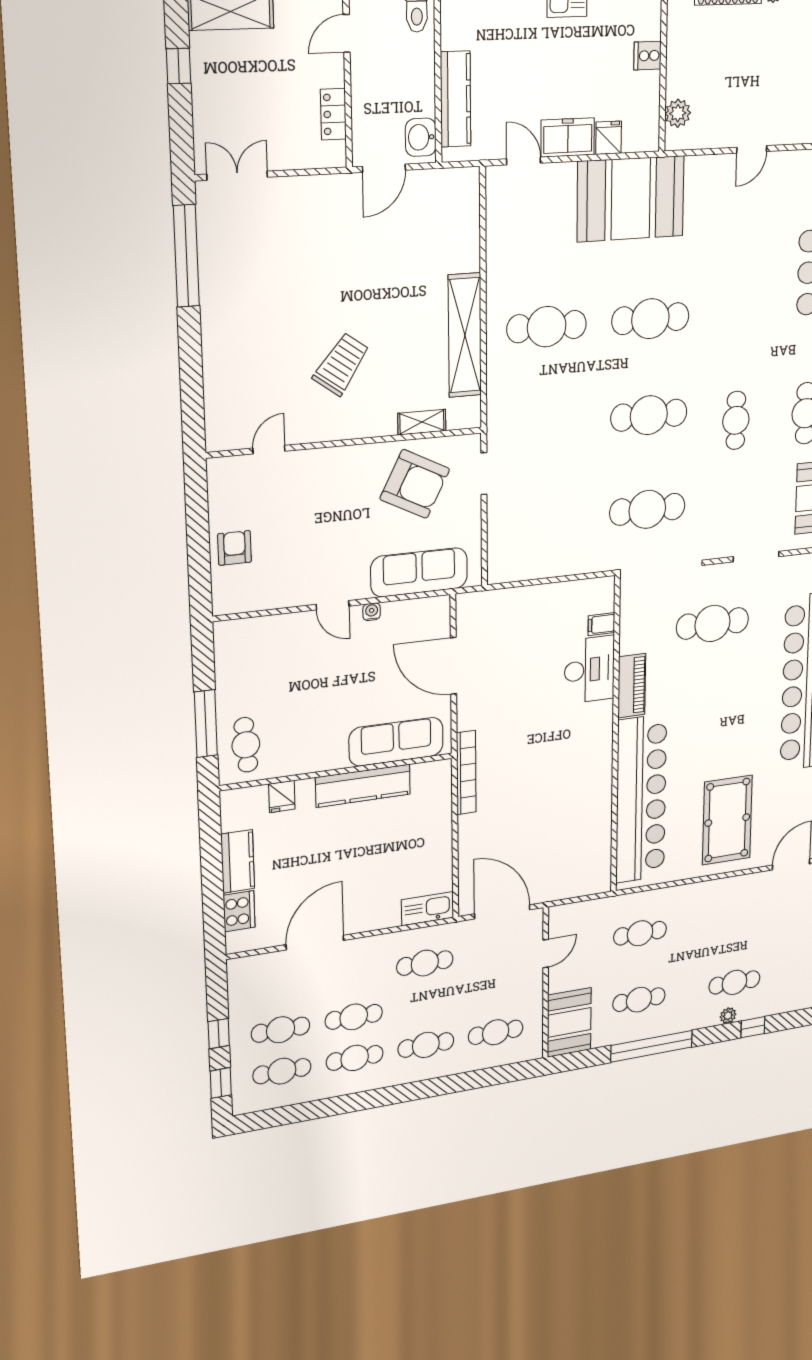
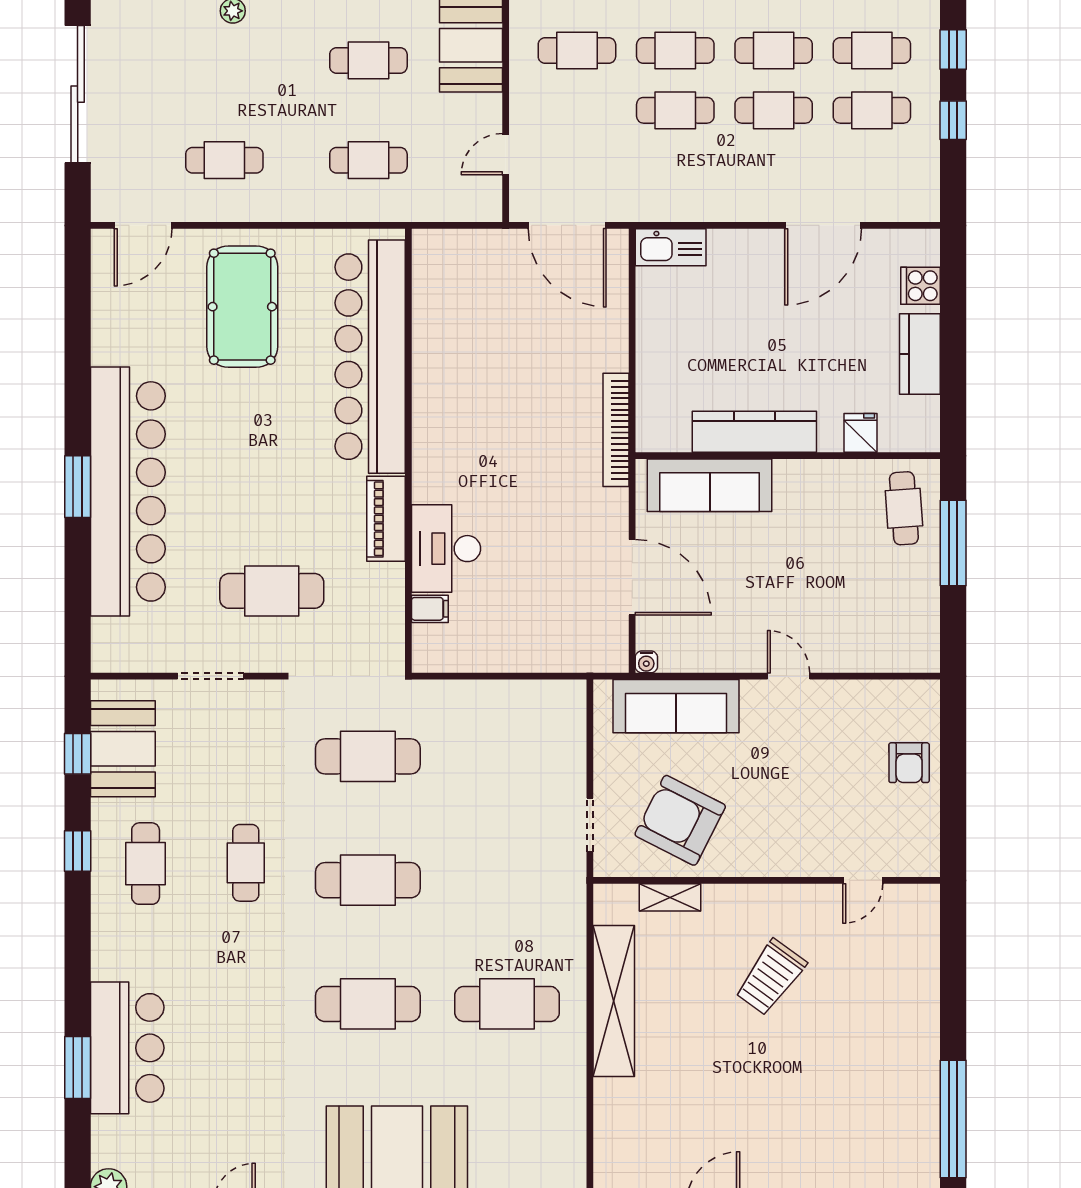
water cooler: (372, 612) -> (646, 662), moved
cooker: (239, 911) -> (920, 286), width x0.73
cafe table: (425, 963) -> (675, 110), moved
cafe table: (734, 982) -> (224, 160), moved

